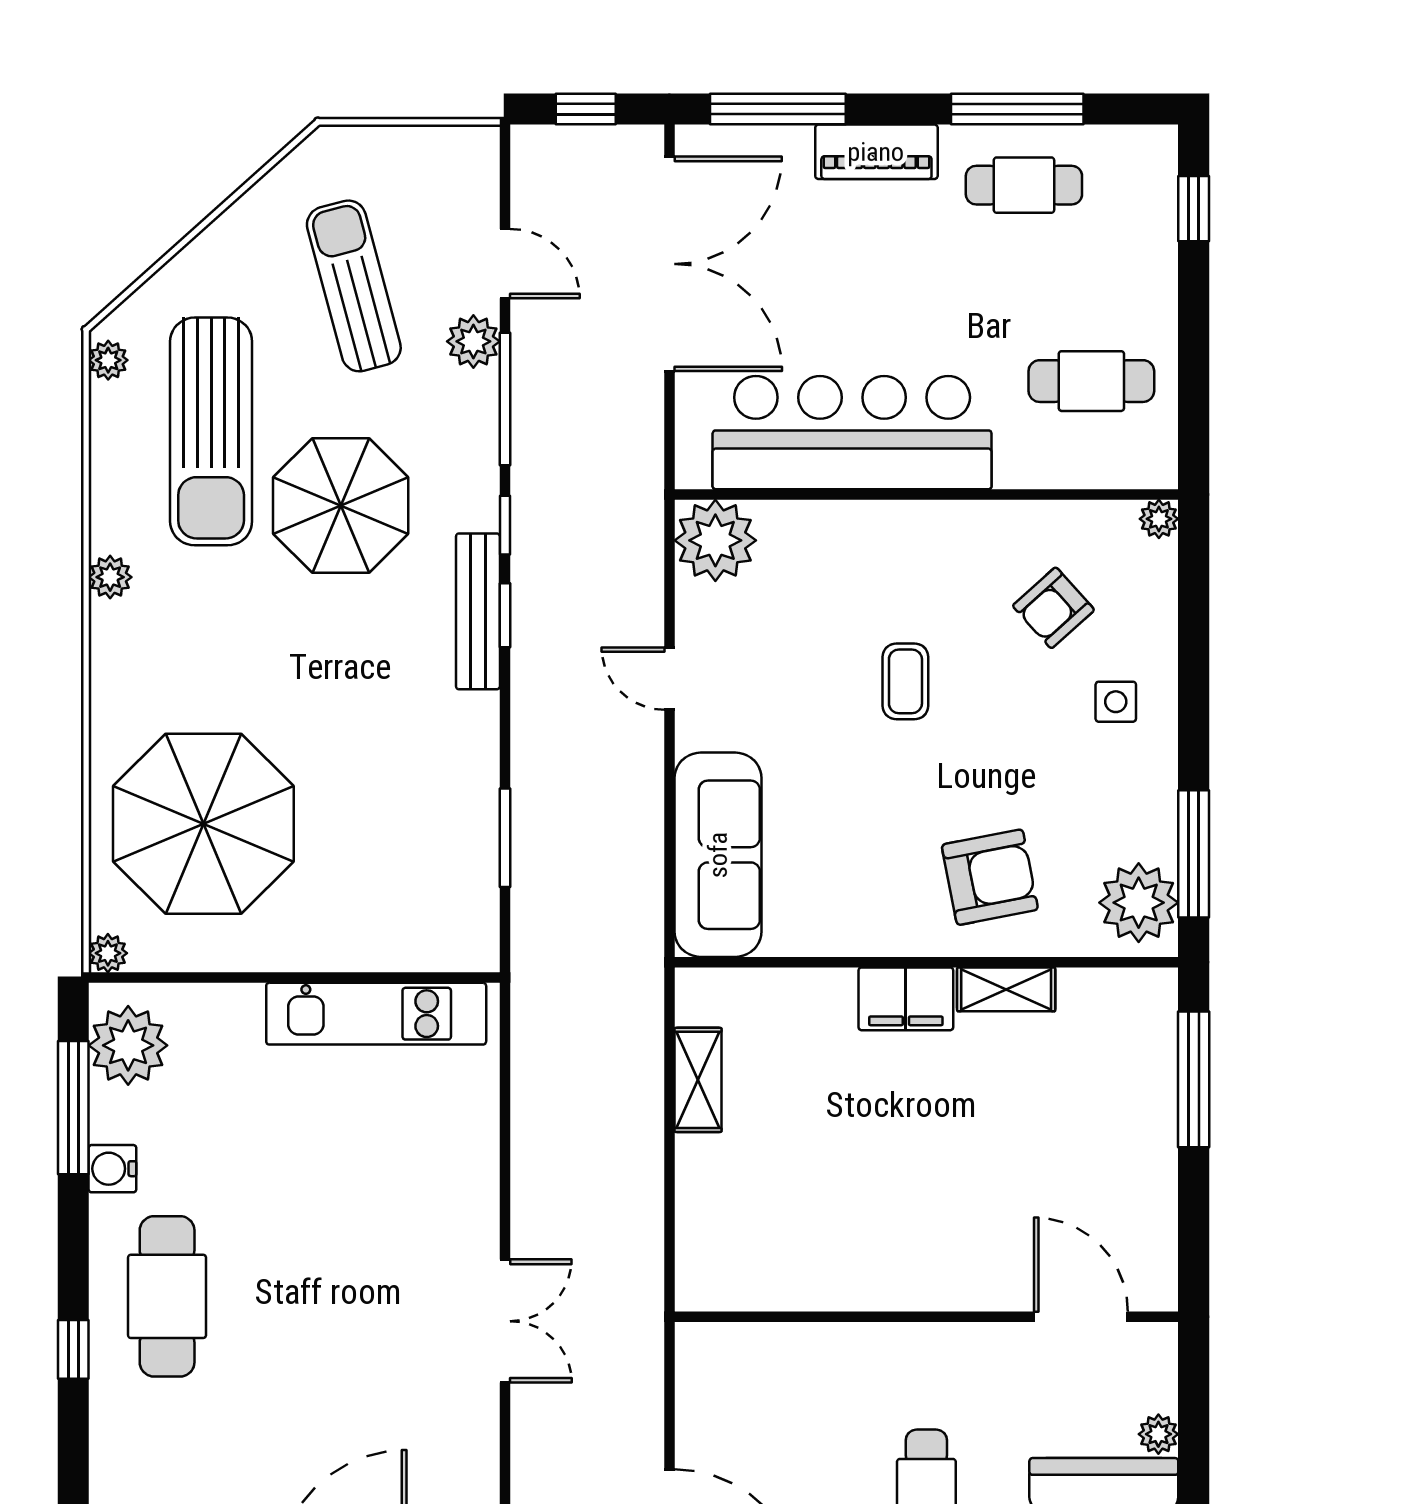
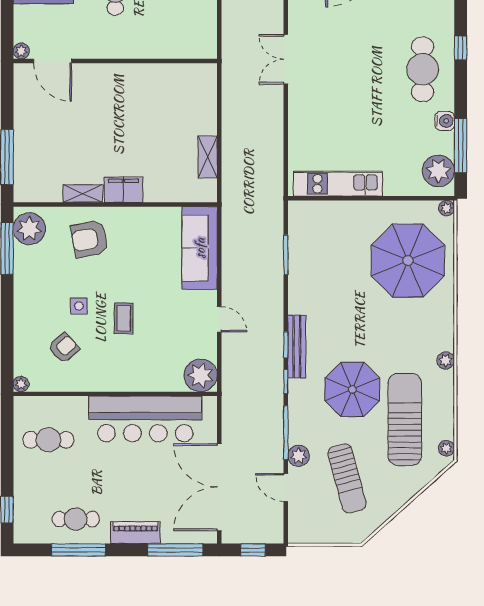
side table: (1116, 702) -> (79, 306), moved
plant: (1158, 1434) -> (21, 51), moved

